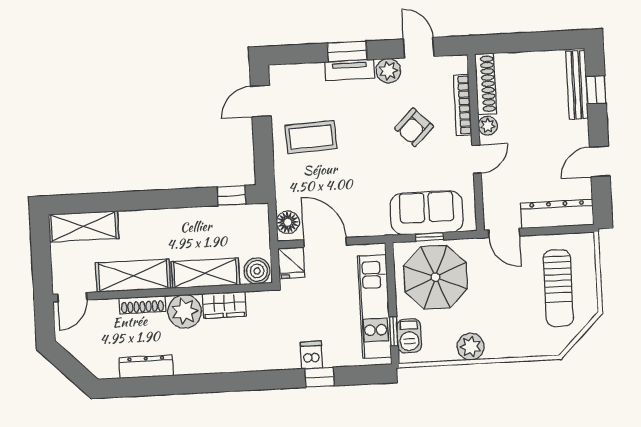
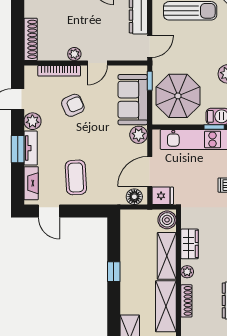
fireplace: (299, 73) -> (31, 183), added
shoe rack: (486, 84) -> (31, 39), moved, turned 90
armchair: (414, 127) -> (73, 105), turned -69
door: (477, 159) -> (97, 63), swing flipped
window: (231, 196) -> (114, 272), moved
plant: (377, 224) -> (139, 135), added
window: (429, 237) -> (150, 81), moved
plant: (185, 311) -> (187, 272), width x0.53, depth x0.53

